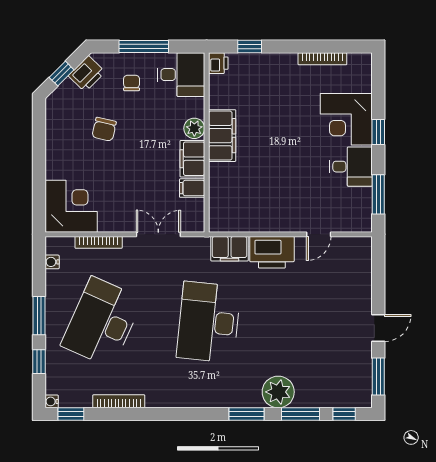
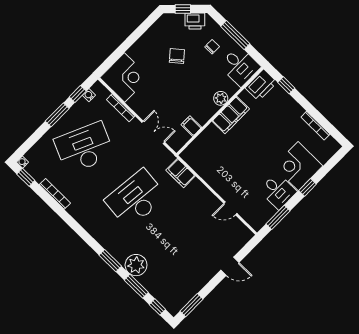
printer: (218, 63) -> (261, 85), width x1.87, depth x1.48
chair: (104, 129) -> (177, 56), turned 127
filing cabinet: (192, 159) -> (205, 112), removed
printer: (272, 252) -> (199, 195), removed
door: (378, 328) -> (230, 266), moved
window: (39, 362) -> (78, 94), moved

